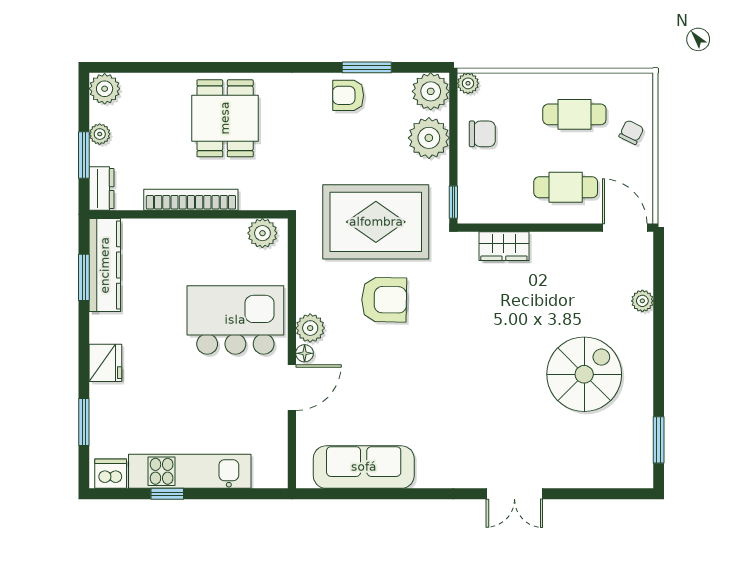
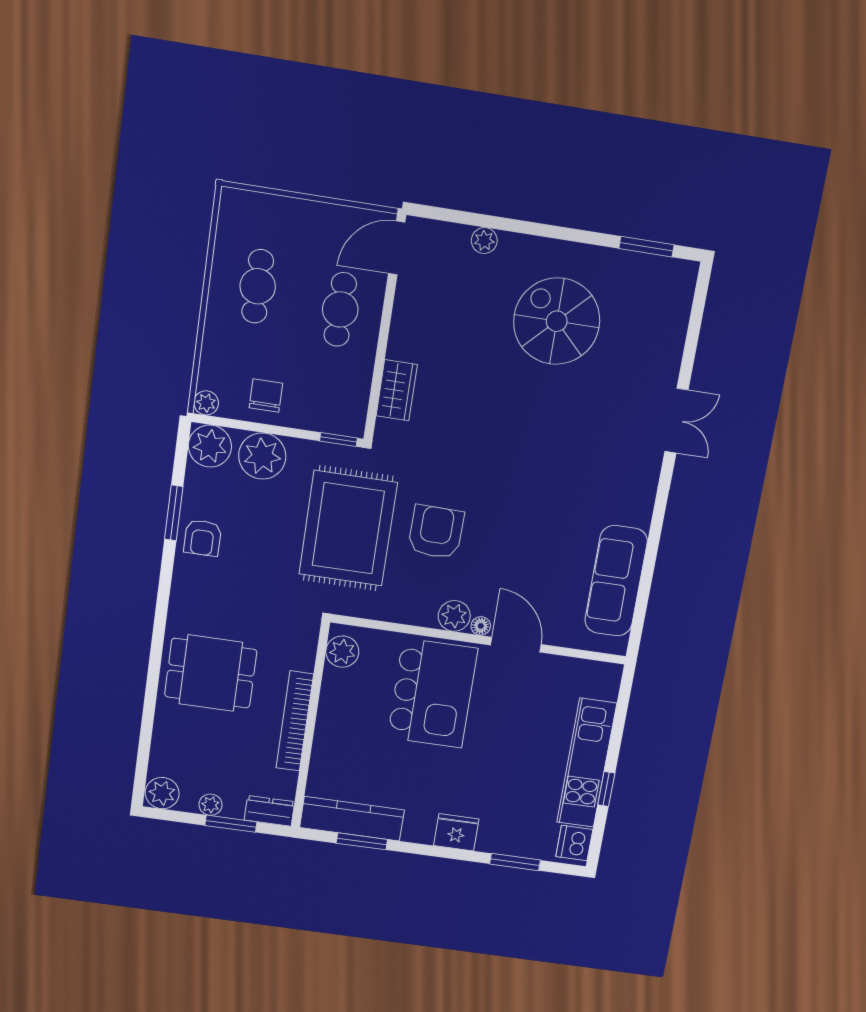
chair: (631, 132) -> (287, 223), removed
kitchen island: (235, 320) -> (432, 693), turned 180

